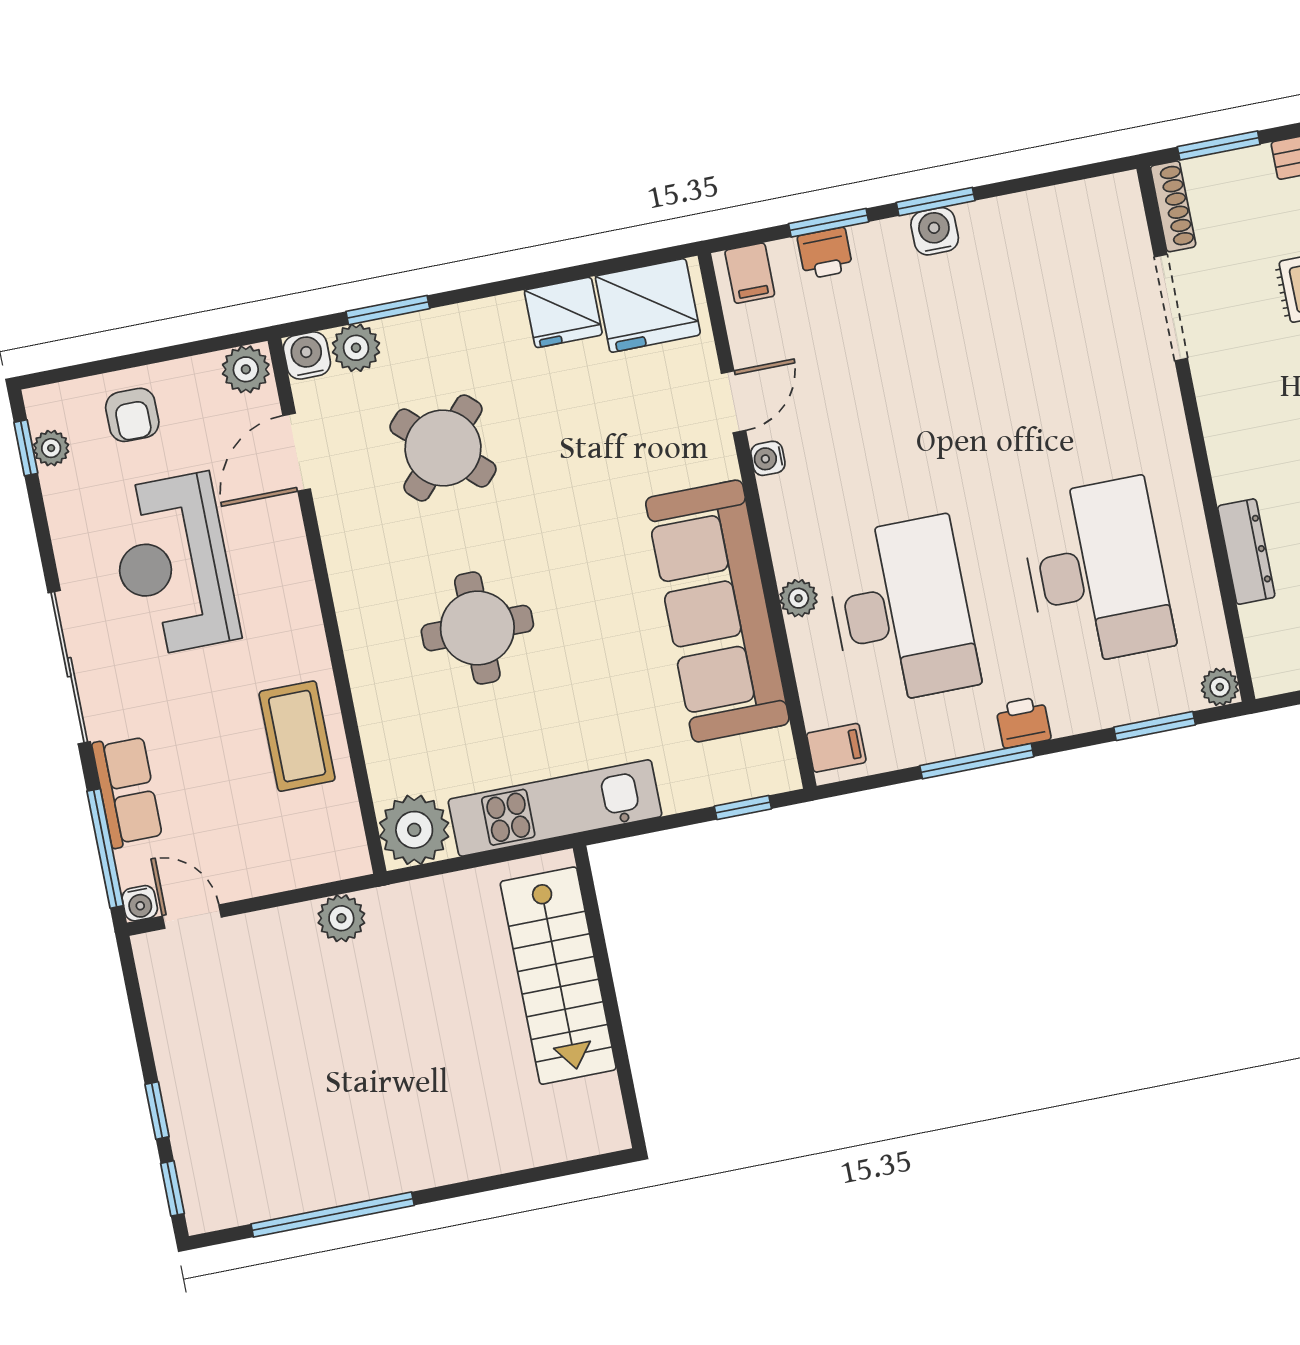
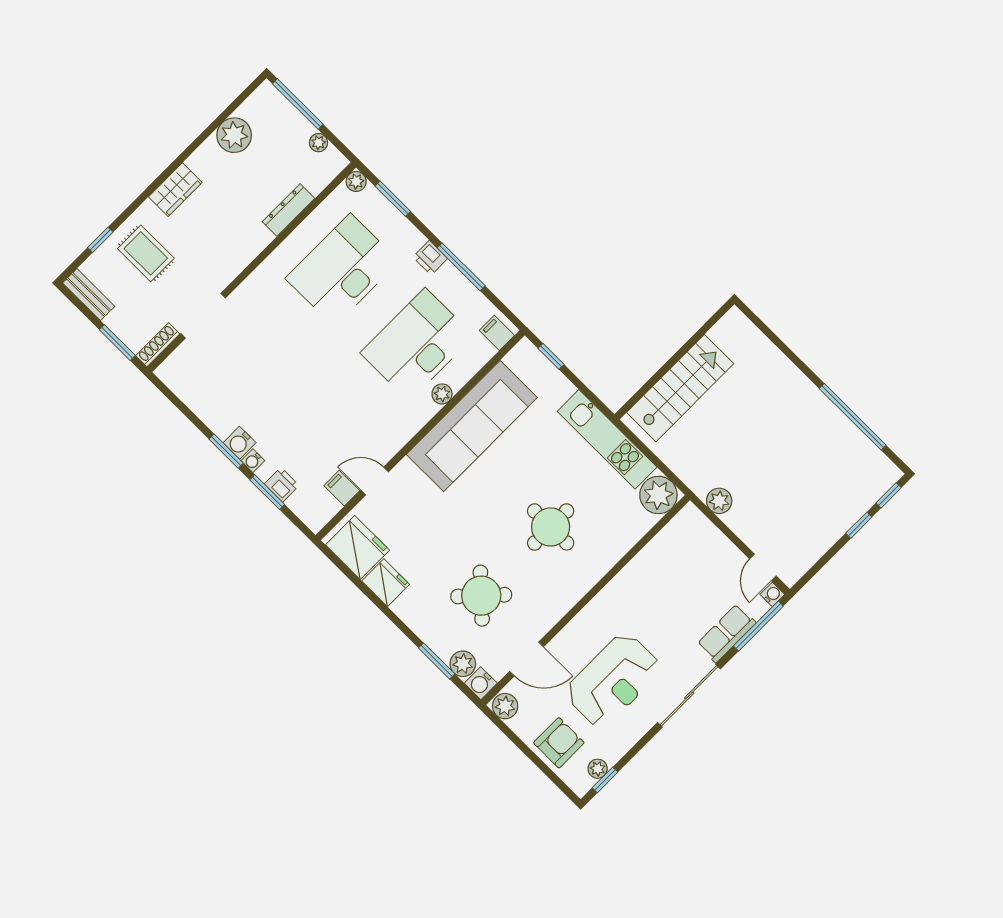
filing cabinet: (750, 273) -> (342, 488), moved, turned -90
armchair: (132, 415) -> (559, 743), width x1.38, depth x1.38
water cooler: (768, 458) -> (253, 461), moved, turned 90
coffee table: (297, 736) -> (652, 575), removed

